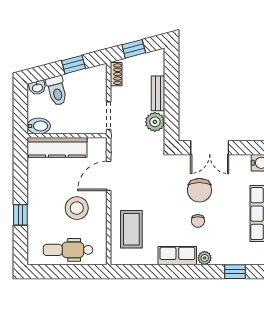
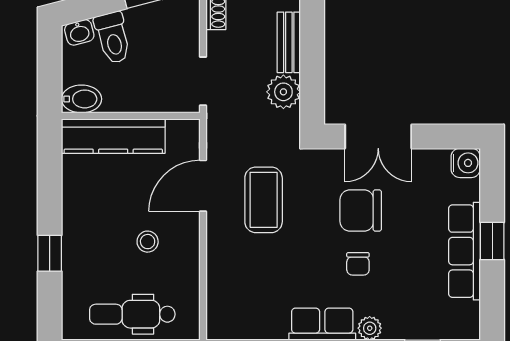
chair: (199, 190) -> (361, 211), turned 90
stool: (77, 208) -> (148, 242), width x0.53, depth x0.53
coffee table: (131, 229) -> (264, 200), moved

